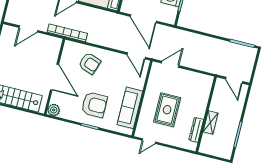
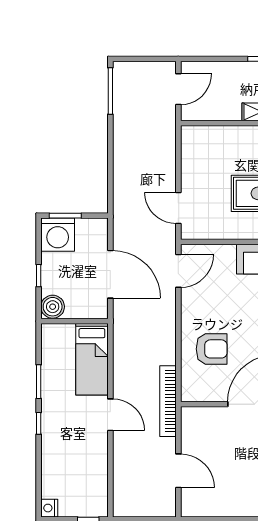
door: (143, 19) -> (110, 274), hinge flipped
armchair: (90, 63) -> (212, 349), turned 71

